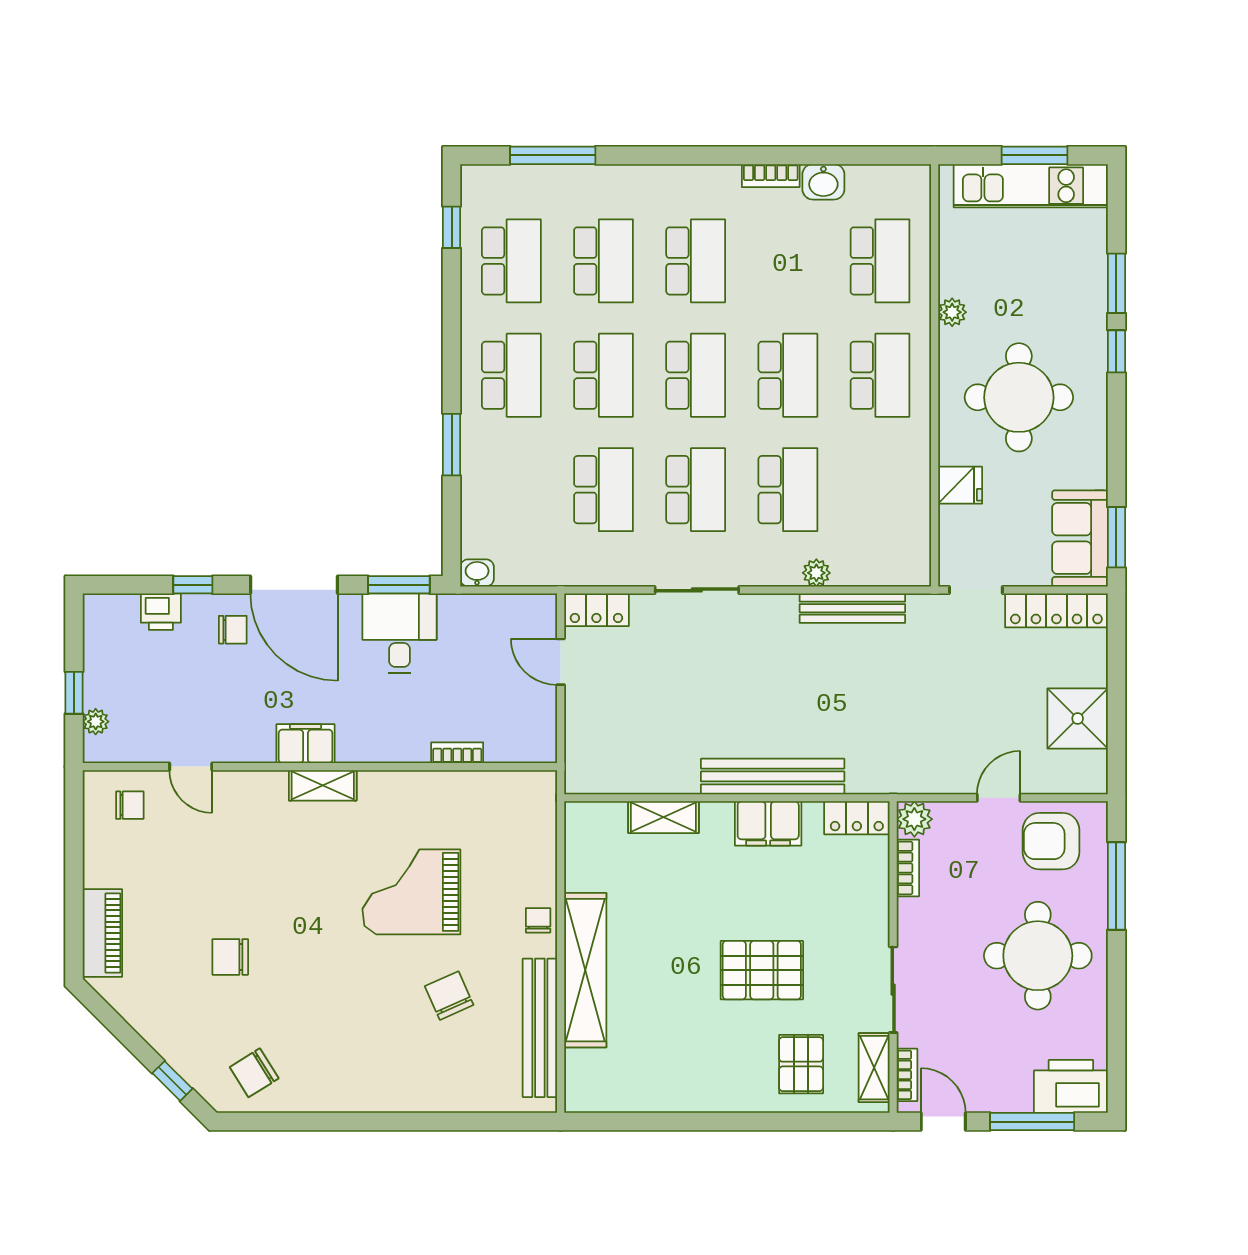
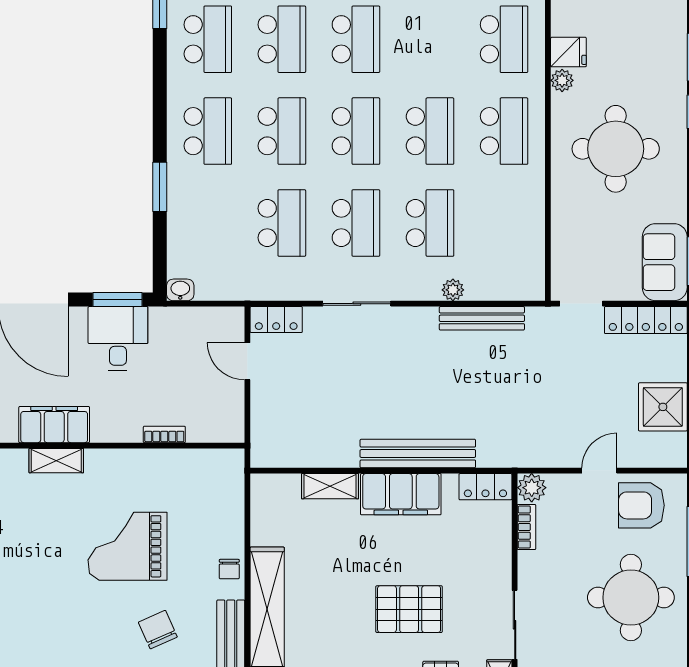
fridge: (960, 485) -> (568, 52), moved
filing cabinet: (306, 744) -> (54, 425), width x1.50, depth x1.17
filing cabinet: (768, 823) -> (401, 494), width x1.50, depth x1.17
chair: (538, 920) -> (229, 569), turned 180

